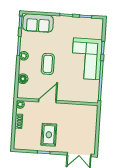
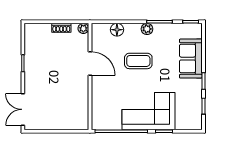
sofa: (38, 23) -> (191, 59), moved
rug: (49, 135) -> (46, 68), removed

